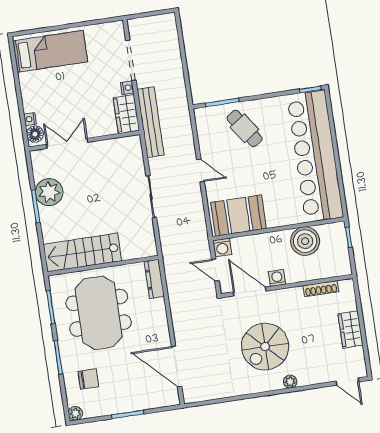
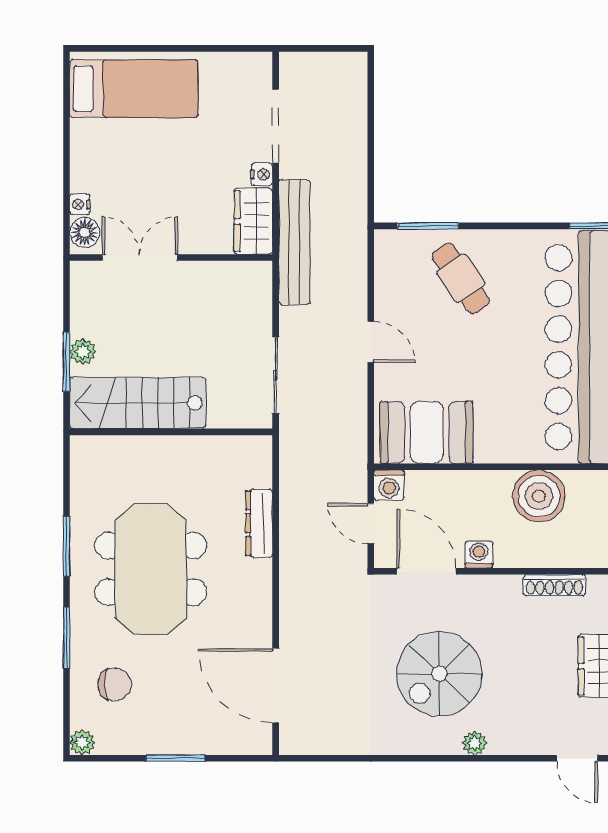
plant: (49, 192) -> (83, 352), width x0.53, depth x0.53
stairs: (82, 253) -> (138, 403), moved
wall: (103, 266) -> (171, 432), moved

